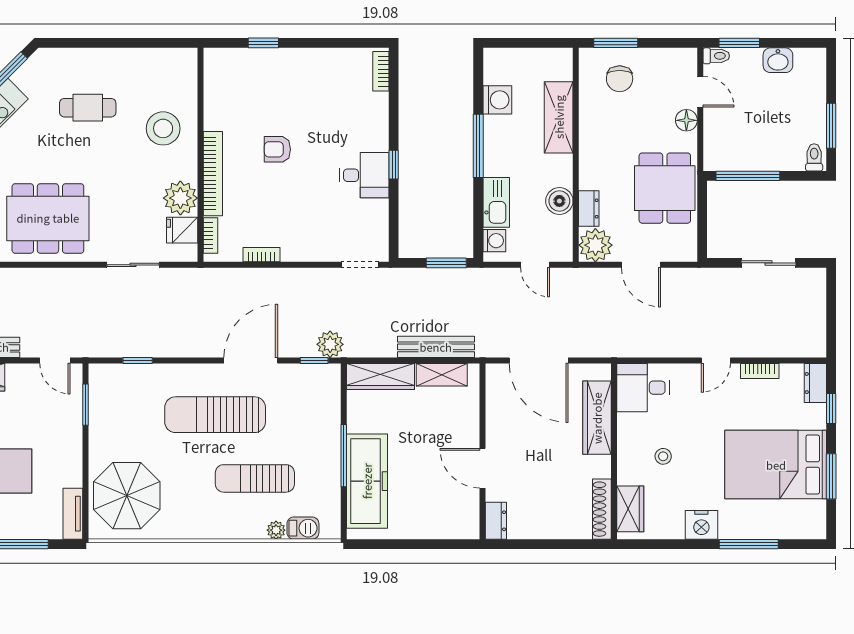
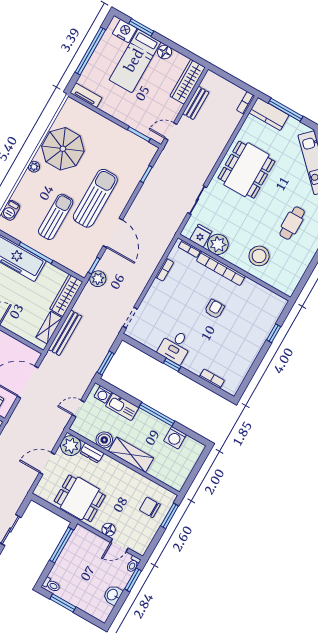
bookcase: (381, 71) -> (212, 379), moved
shelving: (559, 117) -> (131, 455), moved
sun lounger: (255, 478) -> (56, 217), moved
parasol: (127, 496) -> (63, 149), moved
plant: (276, 530) -> (34, 167), moved

